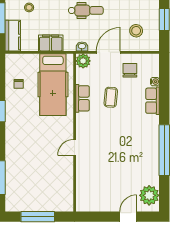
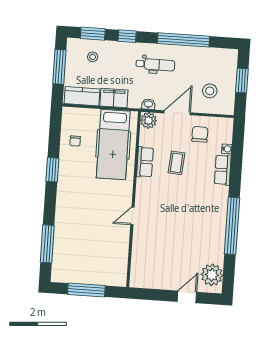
kitchen counter: (13, 36) -> (82, 96), moved, turned -90

